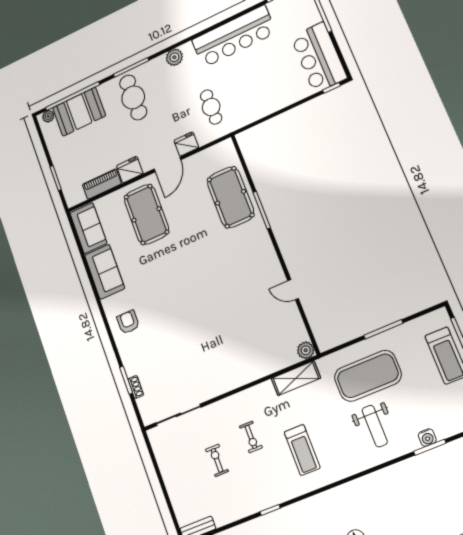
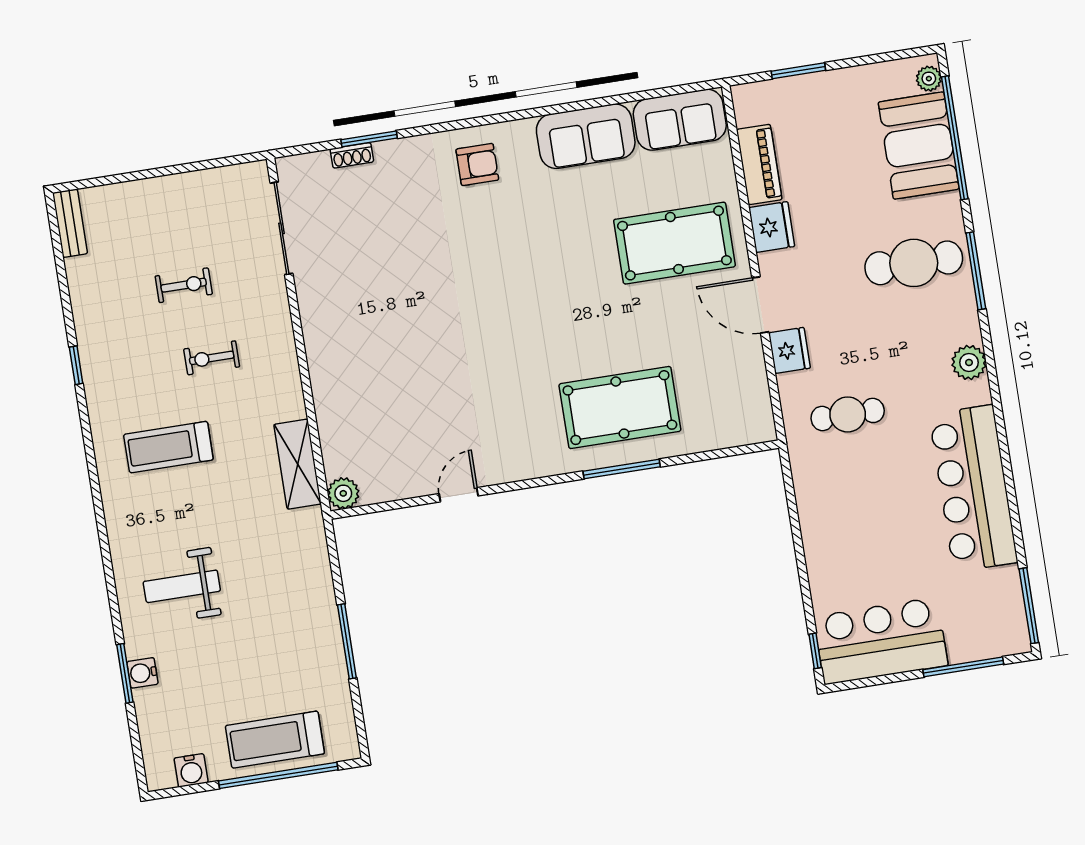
pool table: (231, 197) -> (620, 408), moved
exercise mat: (368, 376) -> (272, 595), removed

